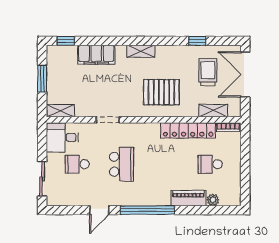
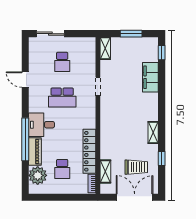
shelving: (141, 51) -> (153, 133), moved
pallet: (161, 92) -> (120, 130), removed
desk: (62, 137) -> (41, 125), moved, turned -90
school desk: (77, 164) -> (62, 62), turned 180
school desk: (210, 164) -> (62, 169), turned 180
plant: (213, 200) -> (38, 175), width x1.87, depth x1.87
window: (147, 210) -> (25, 139), moved

